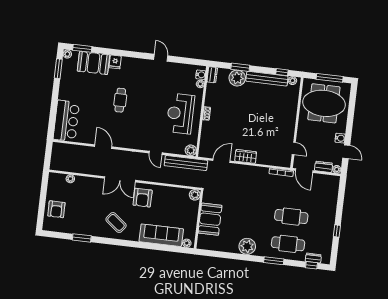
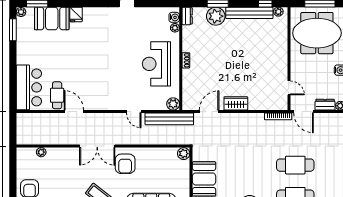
cafe table: (120, 100) -> (57, 95), moved

